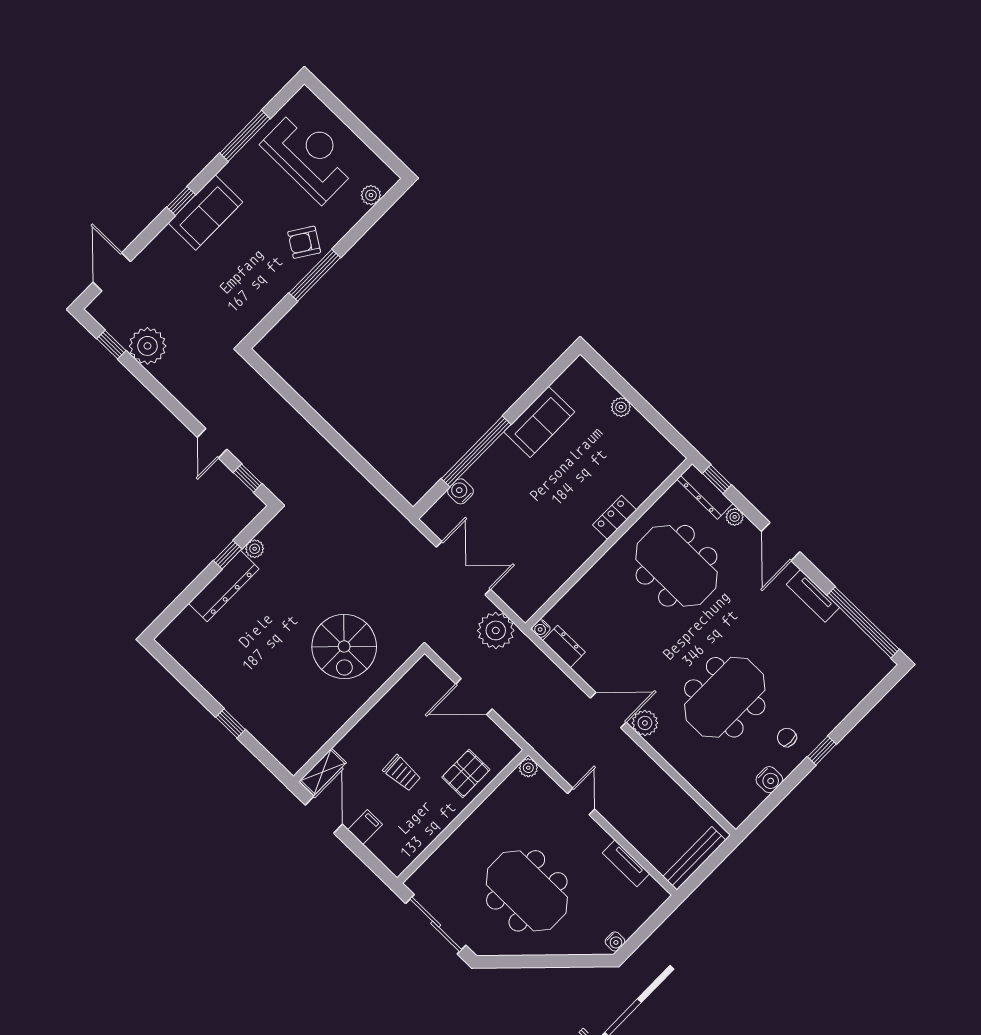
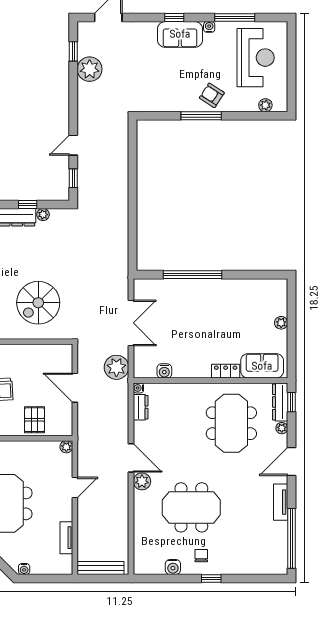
water cooler: (228, 173) -> (209, 27), added
sofa: (539, 422) -> (262, 366), moved, turned 180
water cooler: (460, 491) -> (164, 371), moved, turned 180
pallet: (466, 773) -> (34, 420), turned 90

